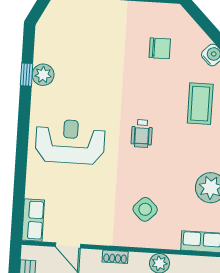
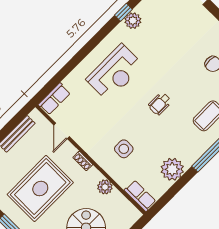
reception desk: (70, 142) -> (115, 72), turned 90
side table: (145, 209) -> (124, 149), turned 45

